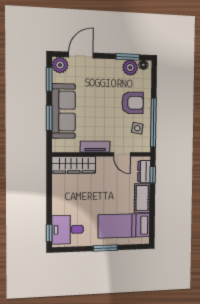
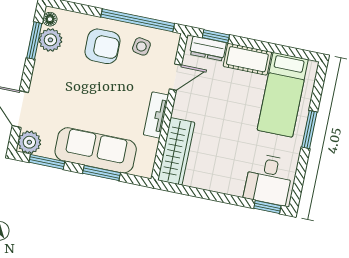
armchair: (133, 103) -> (103, 46), turned 90

